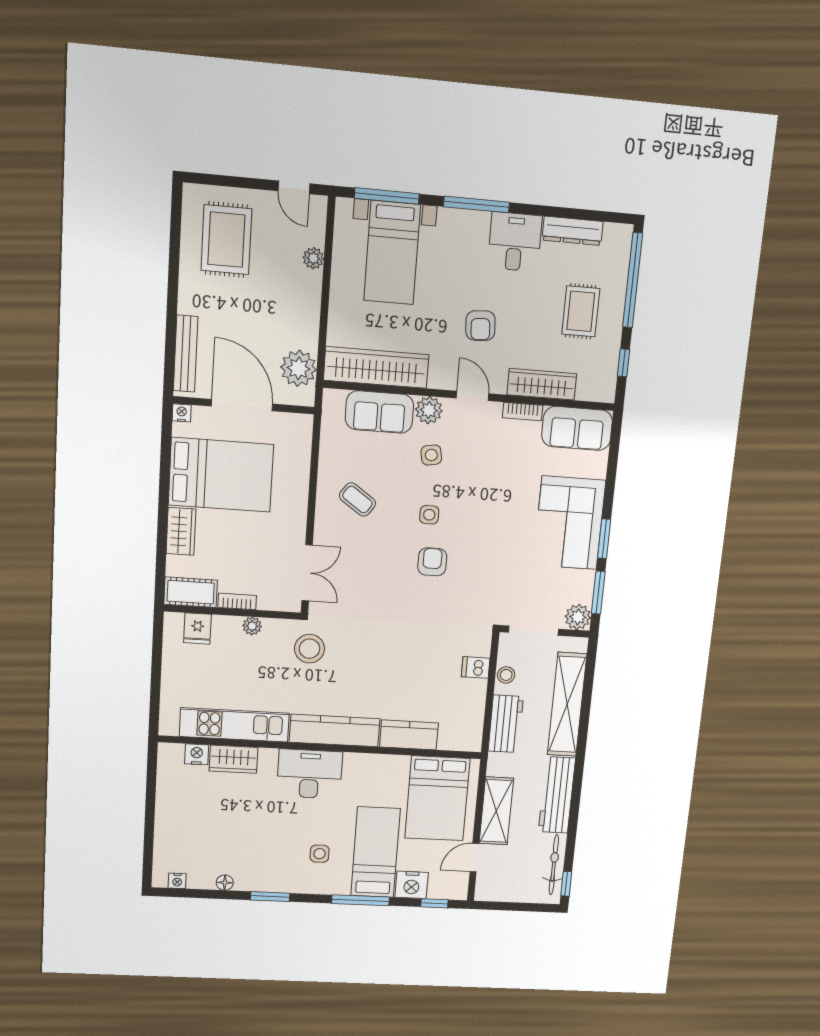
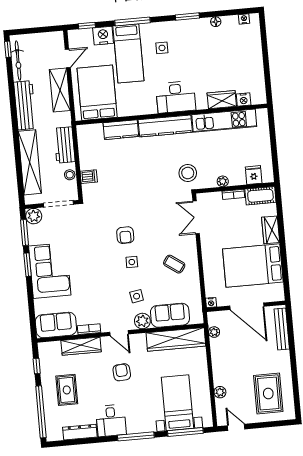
plant: (299, 368) -> (214, 332), width x0.53, depth x0.53
nightstand: (182, 413) -> (211, 303), moved

